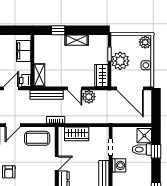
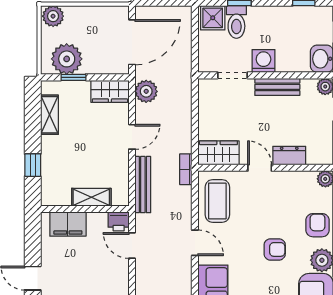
shelving: (77, 40) -> (49, 115), moved
plant: (120, 61) -> (67, 59), moved
side table: (146, 65) -> (92, 15), removed
shelving: (39, 75) -> (91, 197), moved
plant: (89, 97) -> (146, 91), moved
wardrobe: (77, 134) -> (218, 153), moved, turned -90

